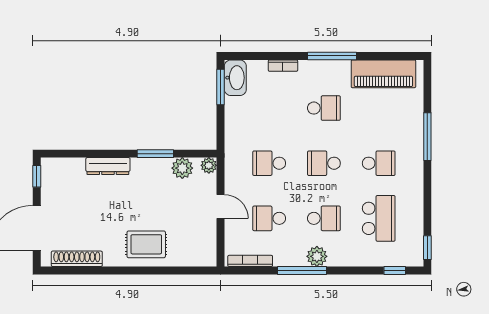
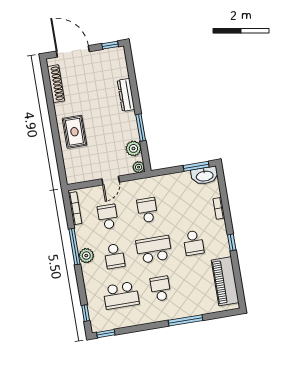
window: (332, 56) -> (232, 242), width x0.46
school desk: (324, 163) -> (154, 249), width x1.85
school desk: (379, 163) -> (161, 289), turned 180

